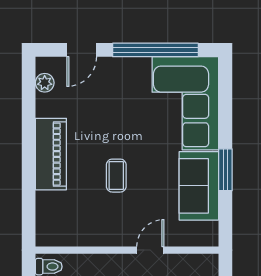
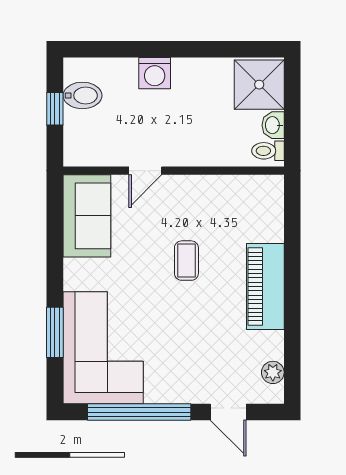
door: (82, 50) -> (228, 412), swing flipped
window: (225, 170) -> (55, 332), moved
sofa: (199, 186) -> (87, 216), moved

